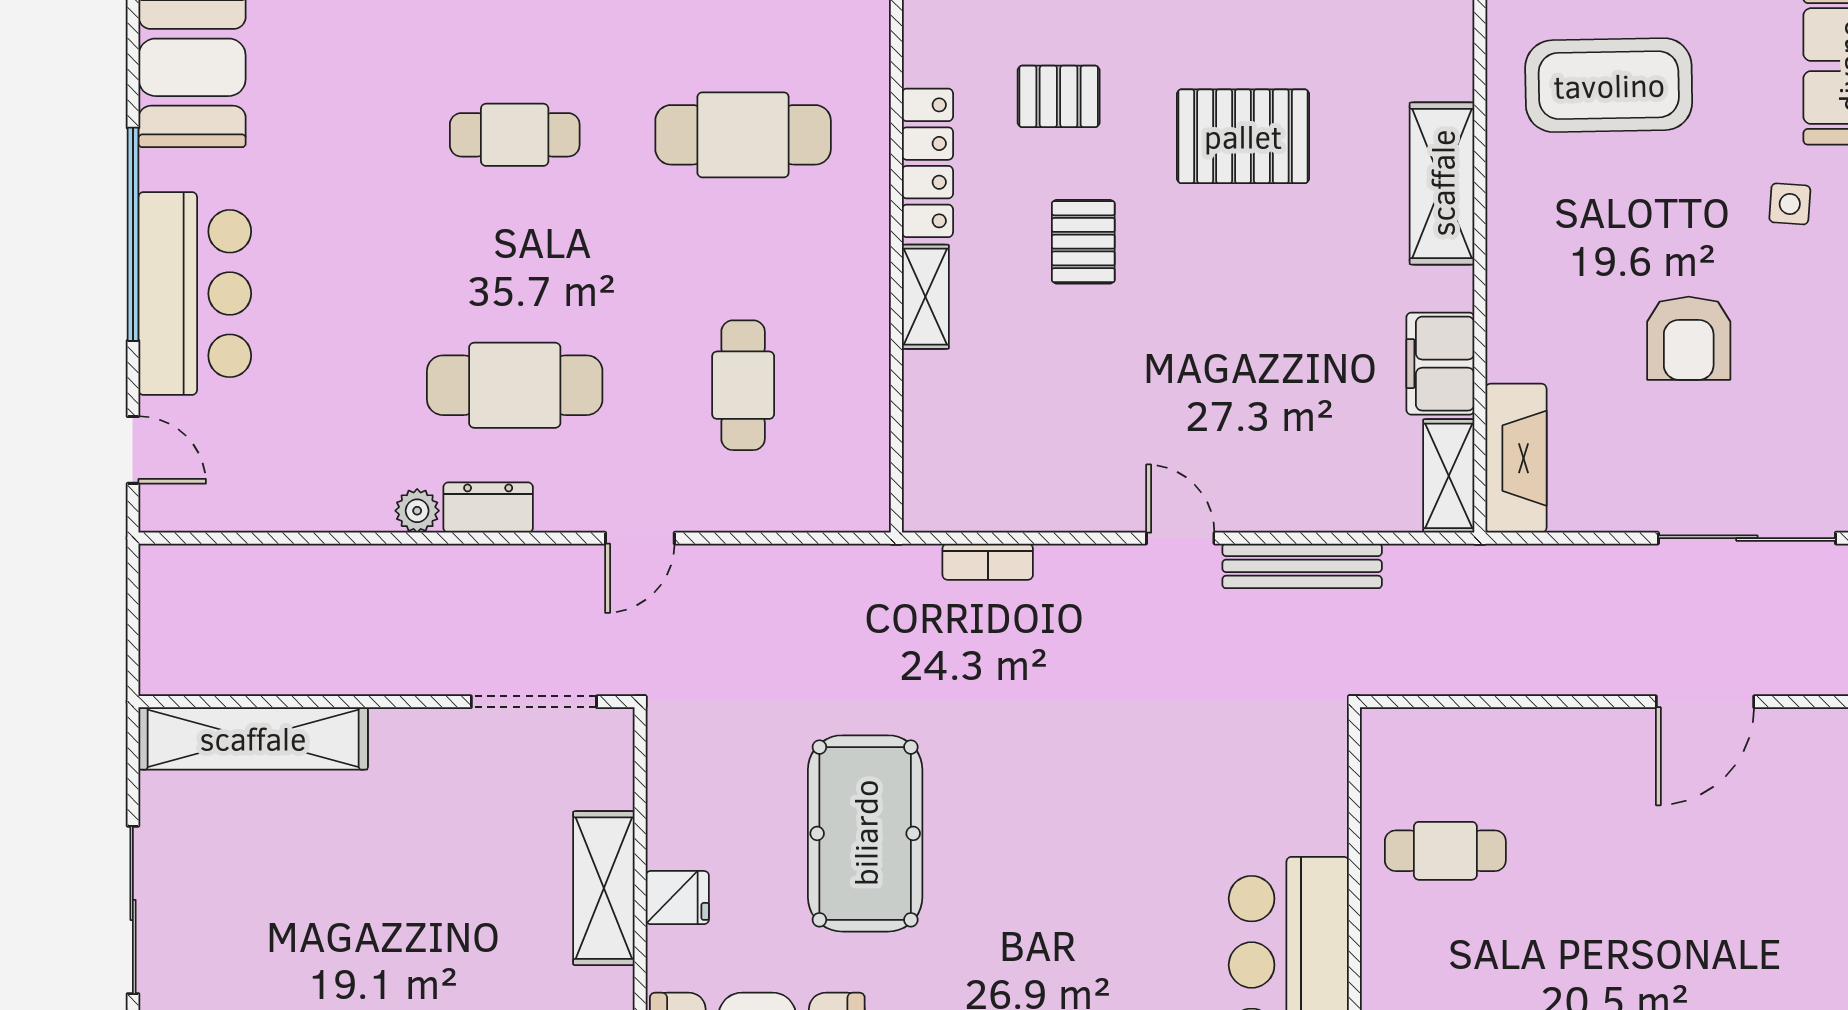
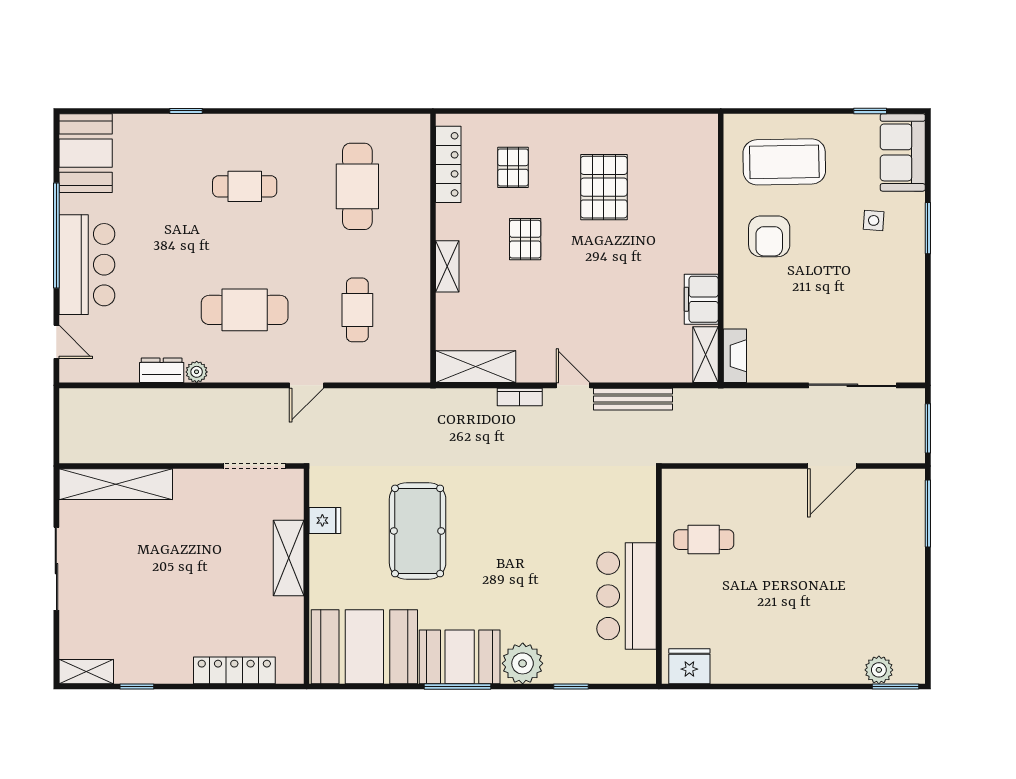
pallet: (1059, 96) -> (513, 167), turned 90
cafe table: (743, 135) -> (357, 186), turned 90
pallet: (1243, 136) -> (604, 187), turned 90
locker: (927, 163) -> (448, 164), moved
shelving: (1442, 183) -> (476, 367), moved, turned 90
armchair: (1689, 338) -> (769, 236), moved
fireplace: (1516, 458) -> (735, 356), width x0.73, depth x0.76
dresser: (488, 508) -> (162, 370), moved
bookcase: (988, 562) -> (520, 397), moved
fridge: (677, 898) -> (325, 520), moved

